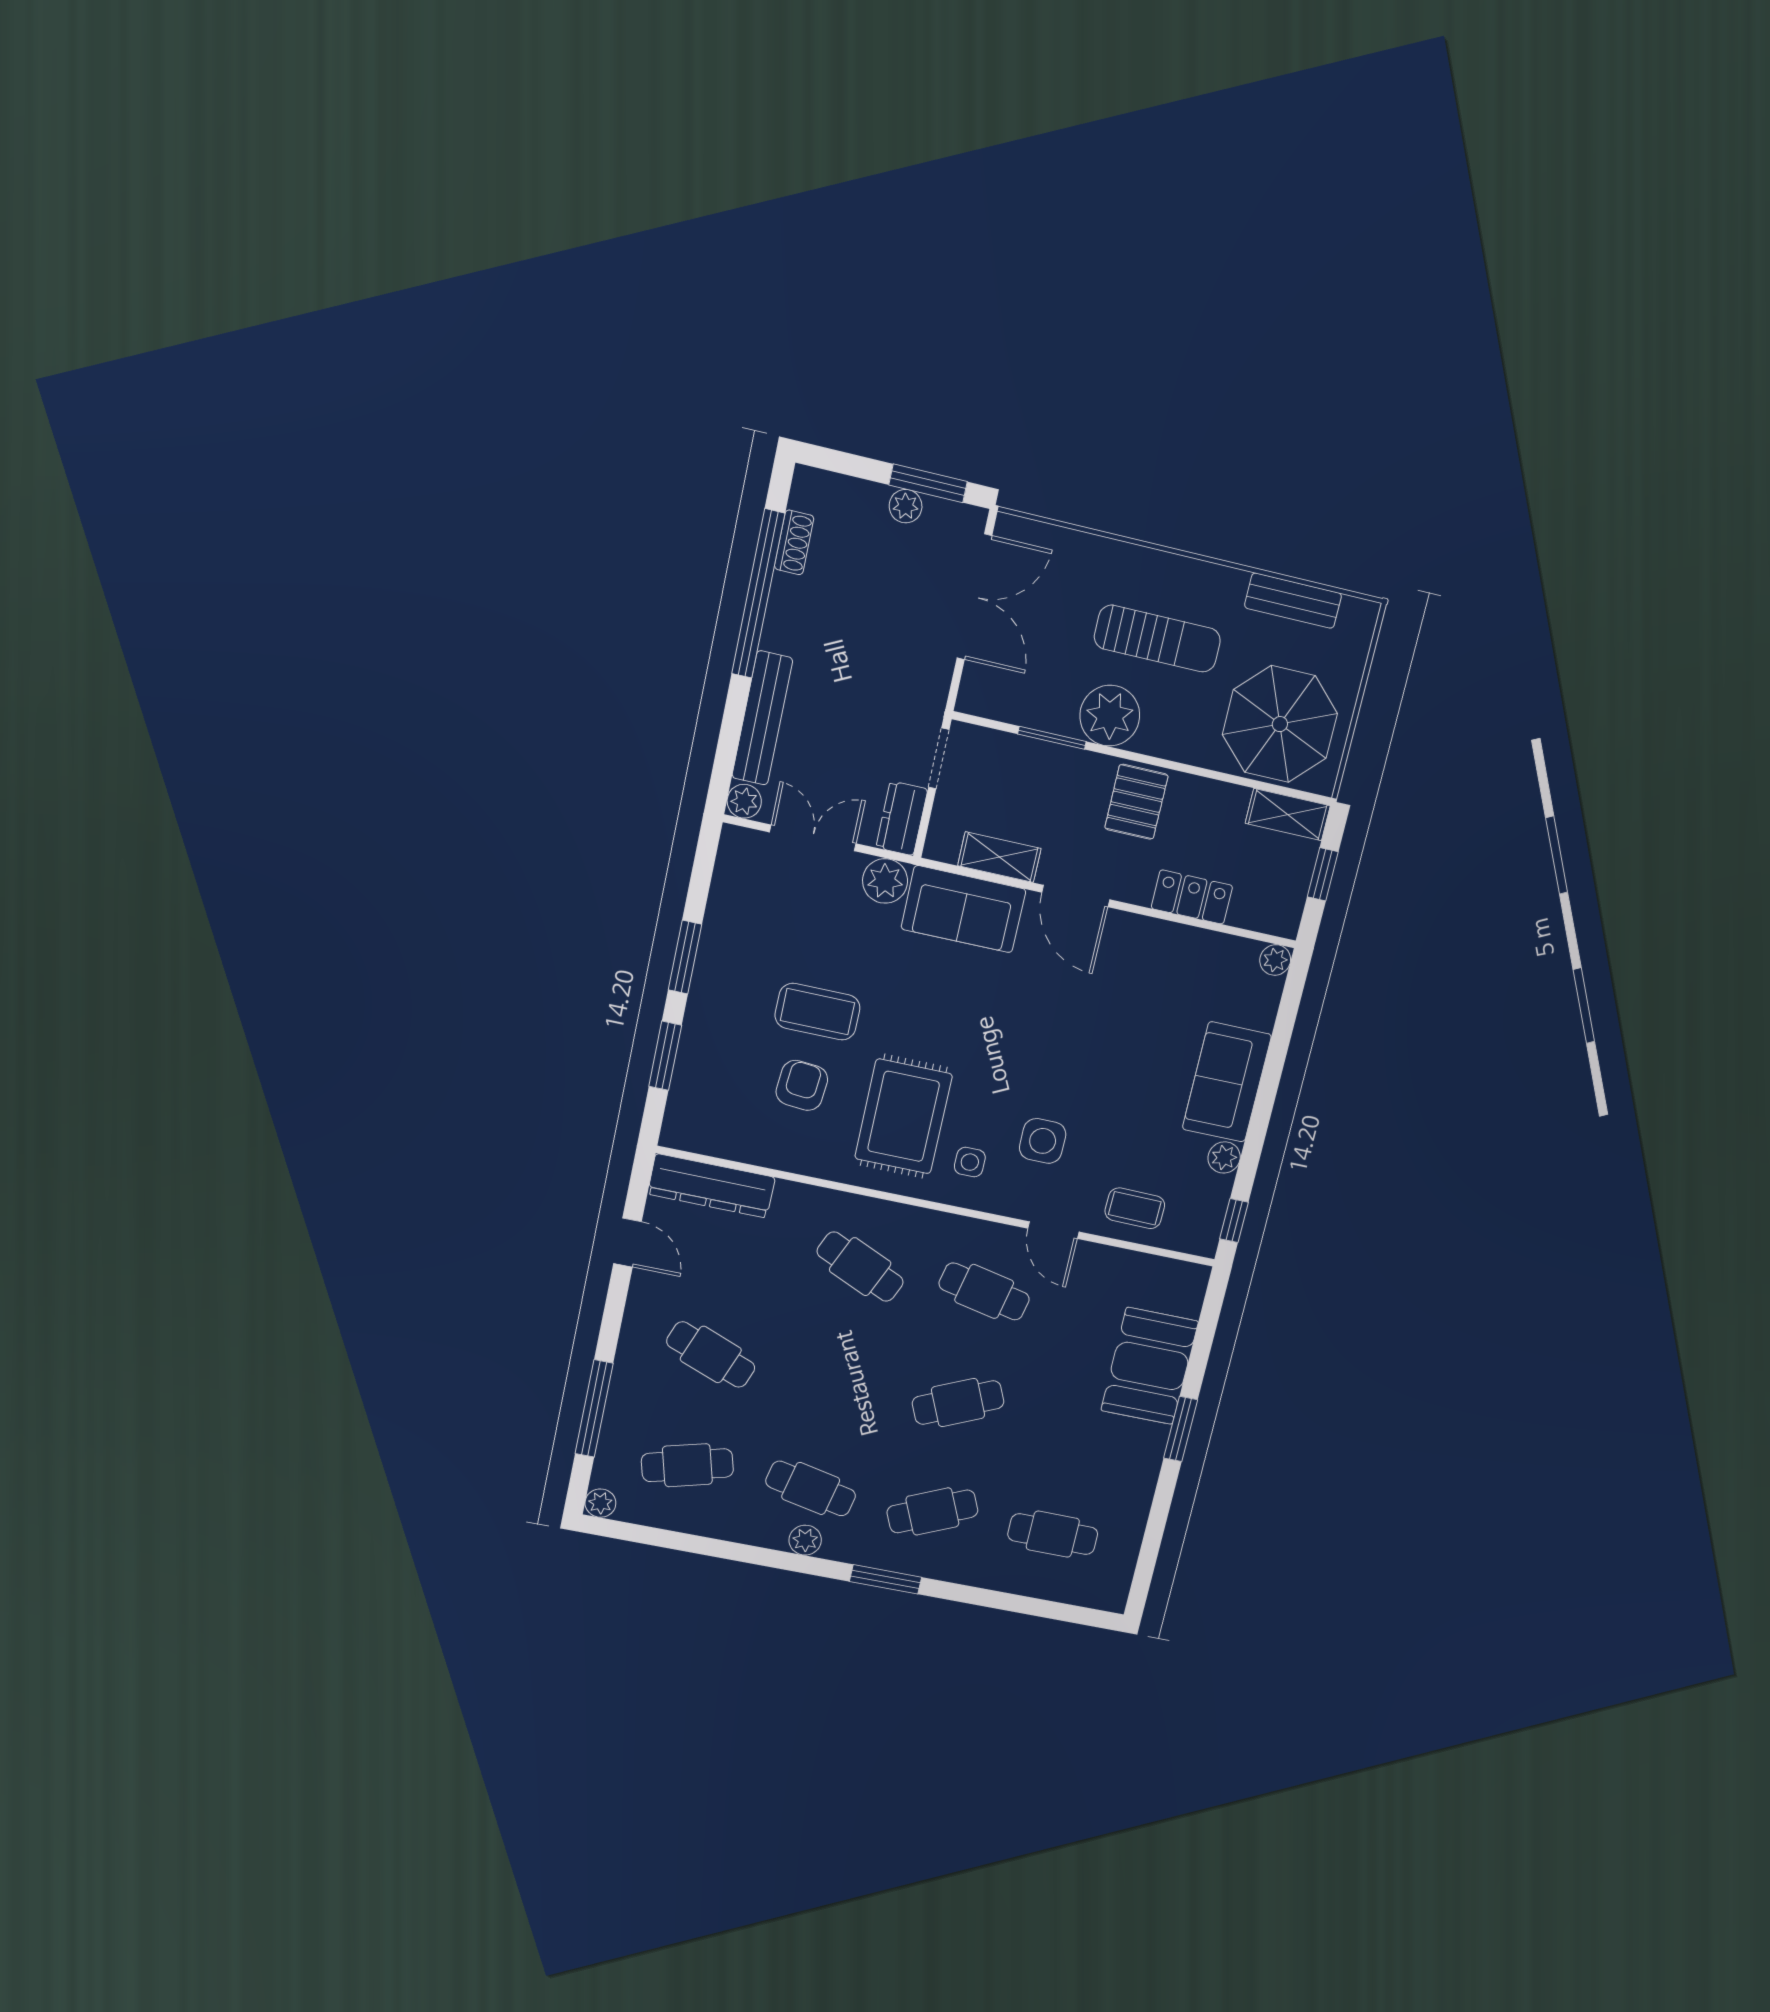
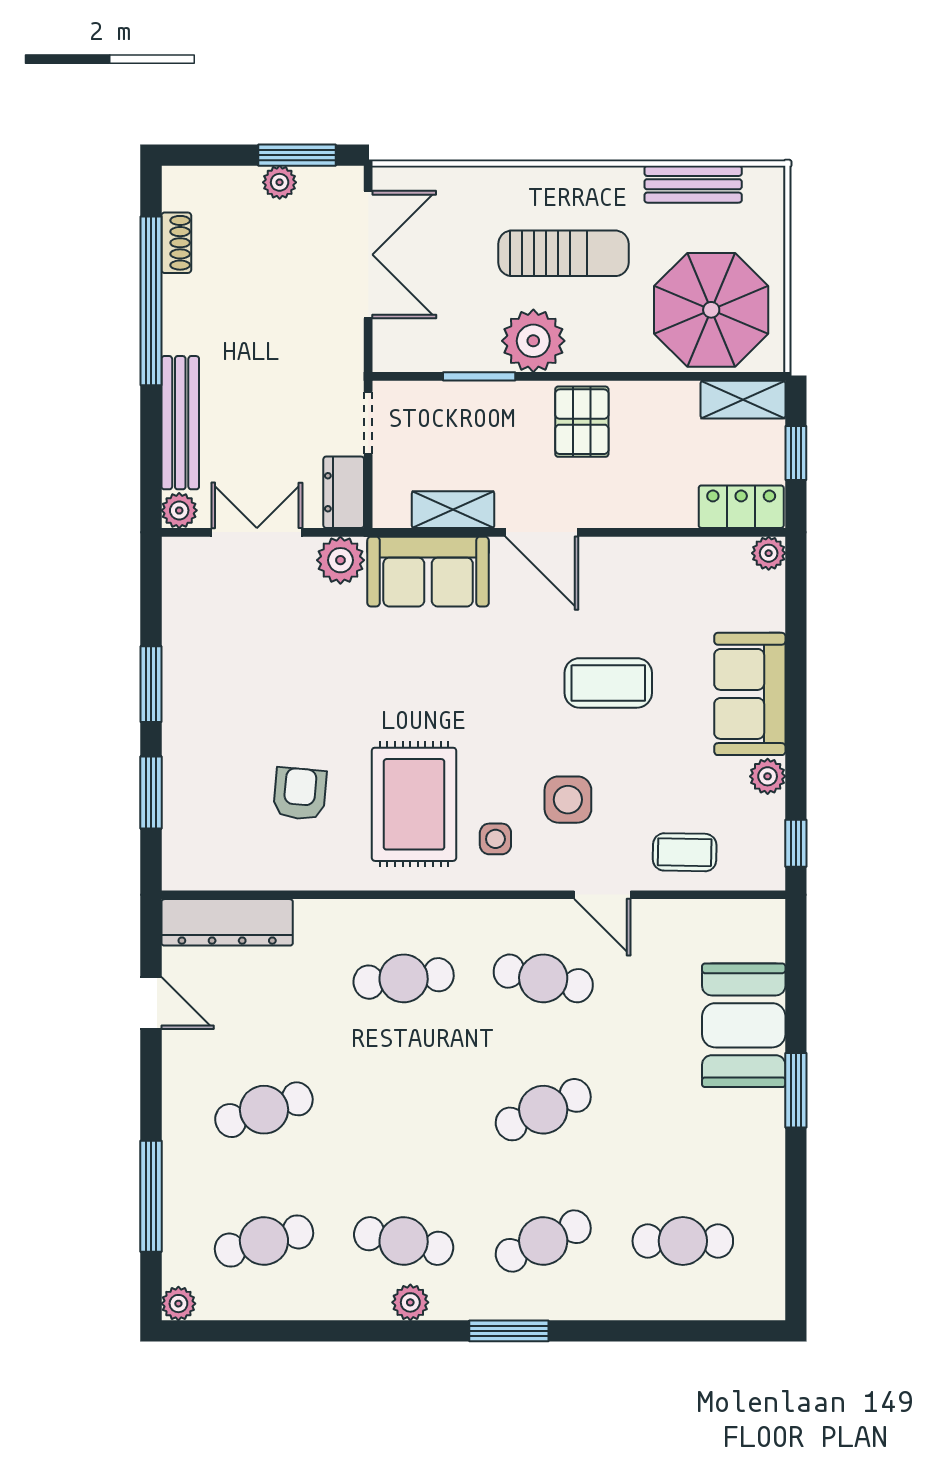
locker: (1192, 897) -> (741, 507), moved
coffee table: (817, 1012) -> (608, 683), moved
cafe table: (860, 1267) -> (404, 978), turned -30
cafe table: (711, 1355) -> (264, 1110), turned -39

